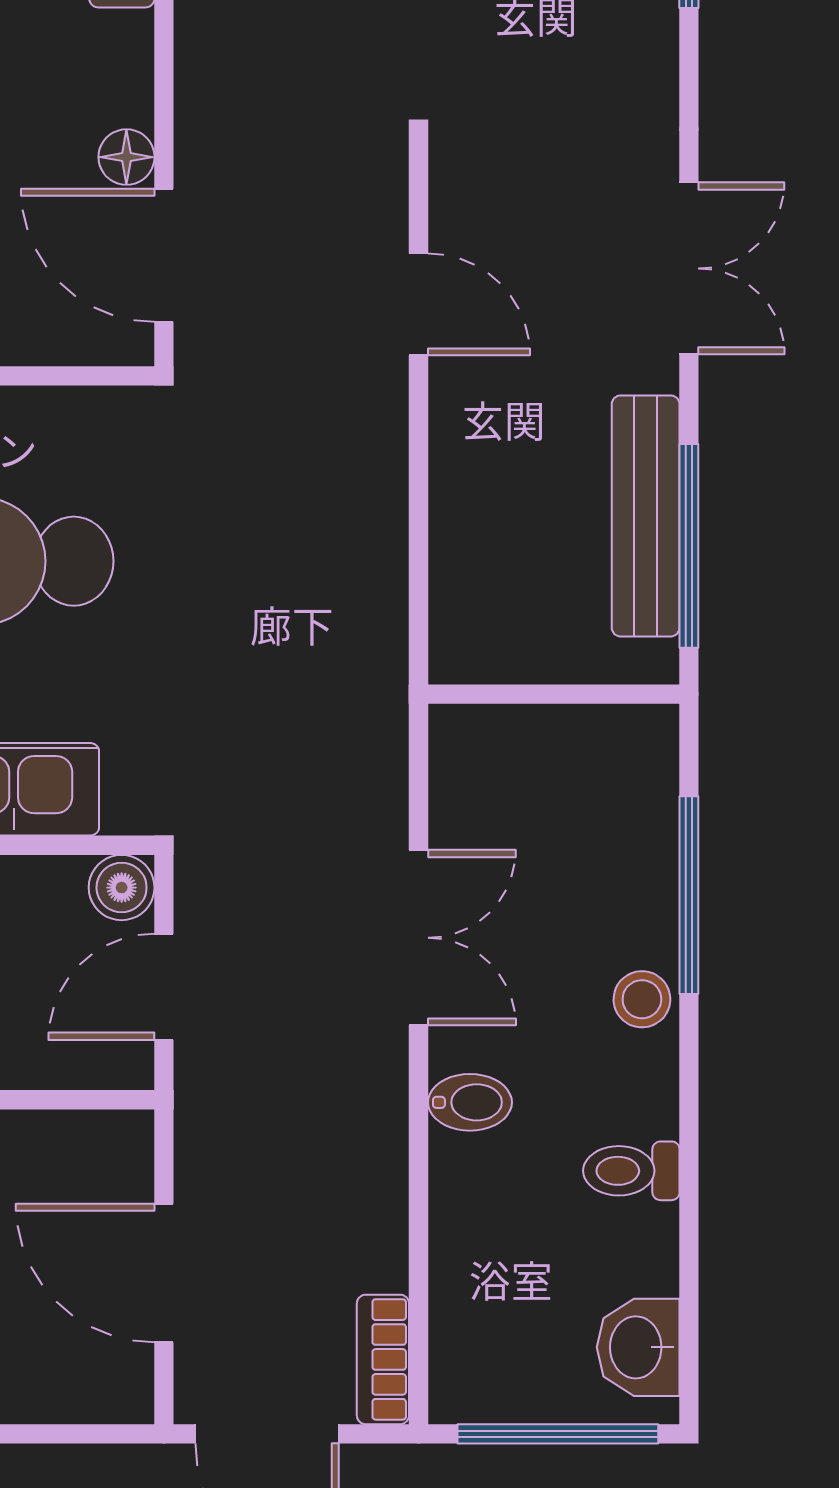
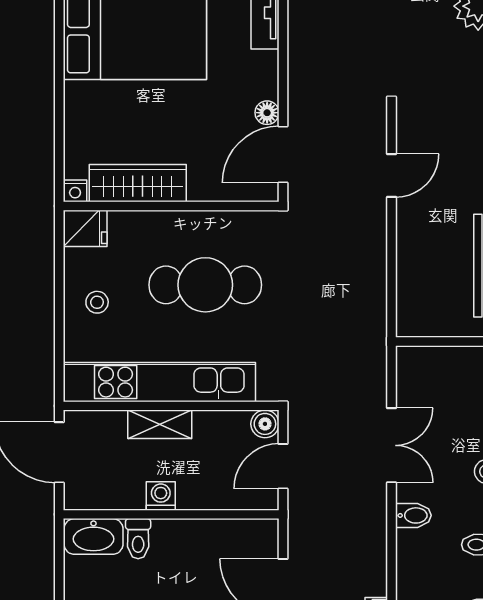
door: (164, 255) -> (283, 155), hinge flipped
door: (418, 304) -> (391, 176), hinge flipped

